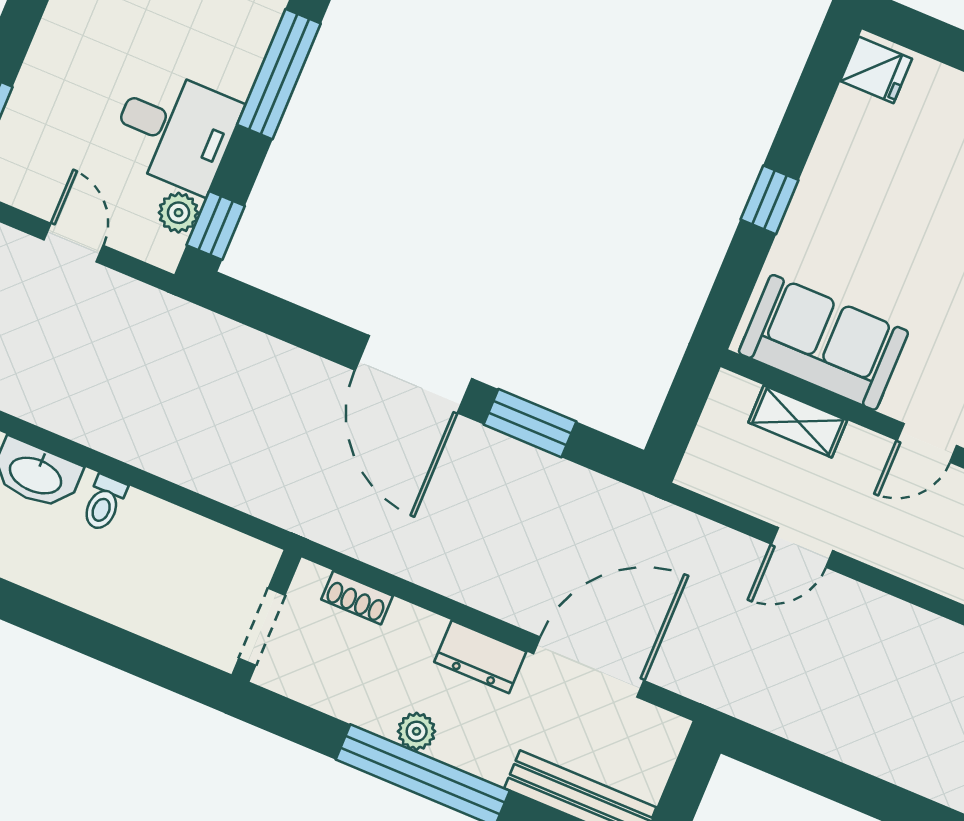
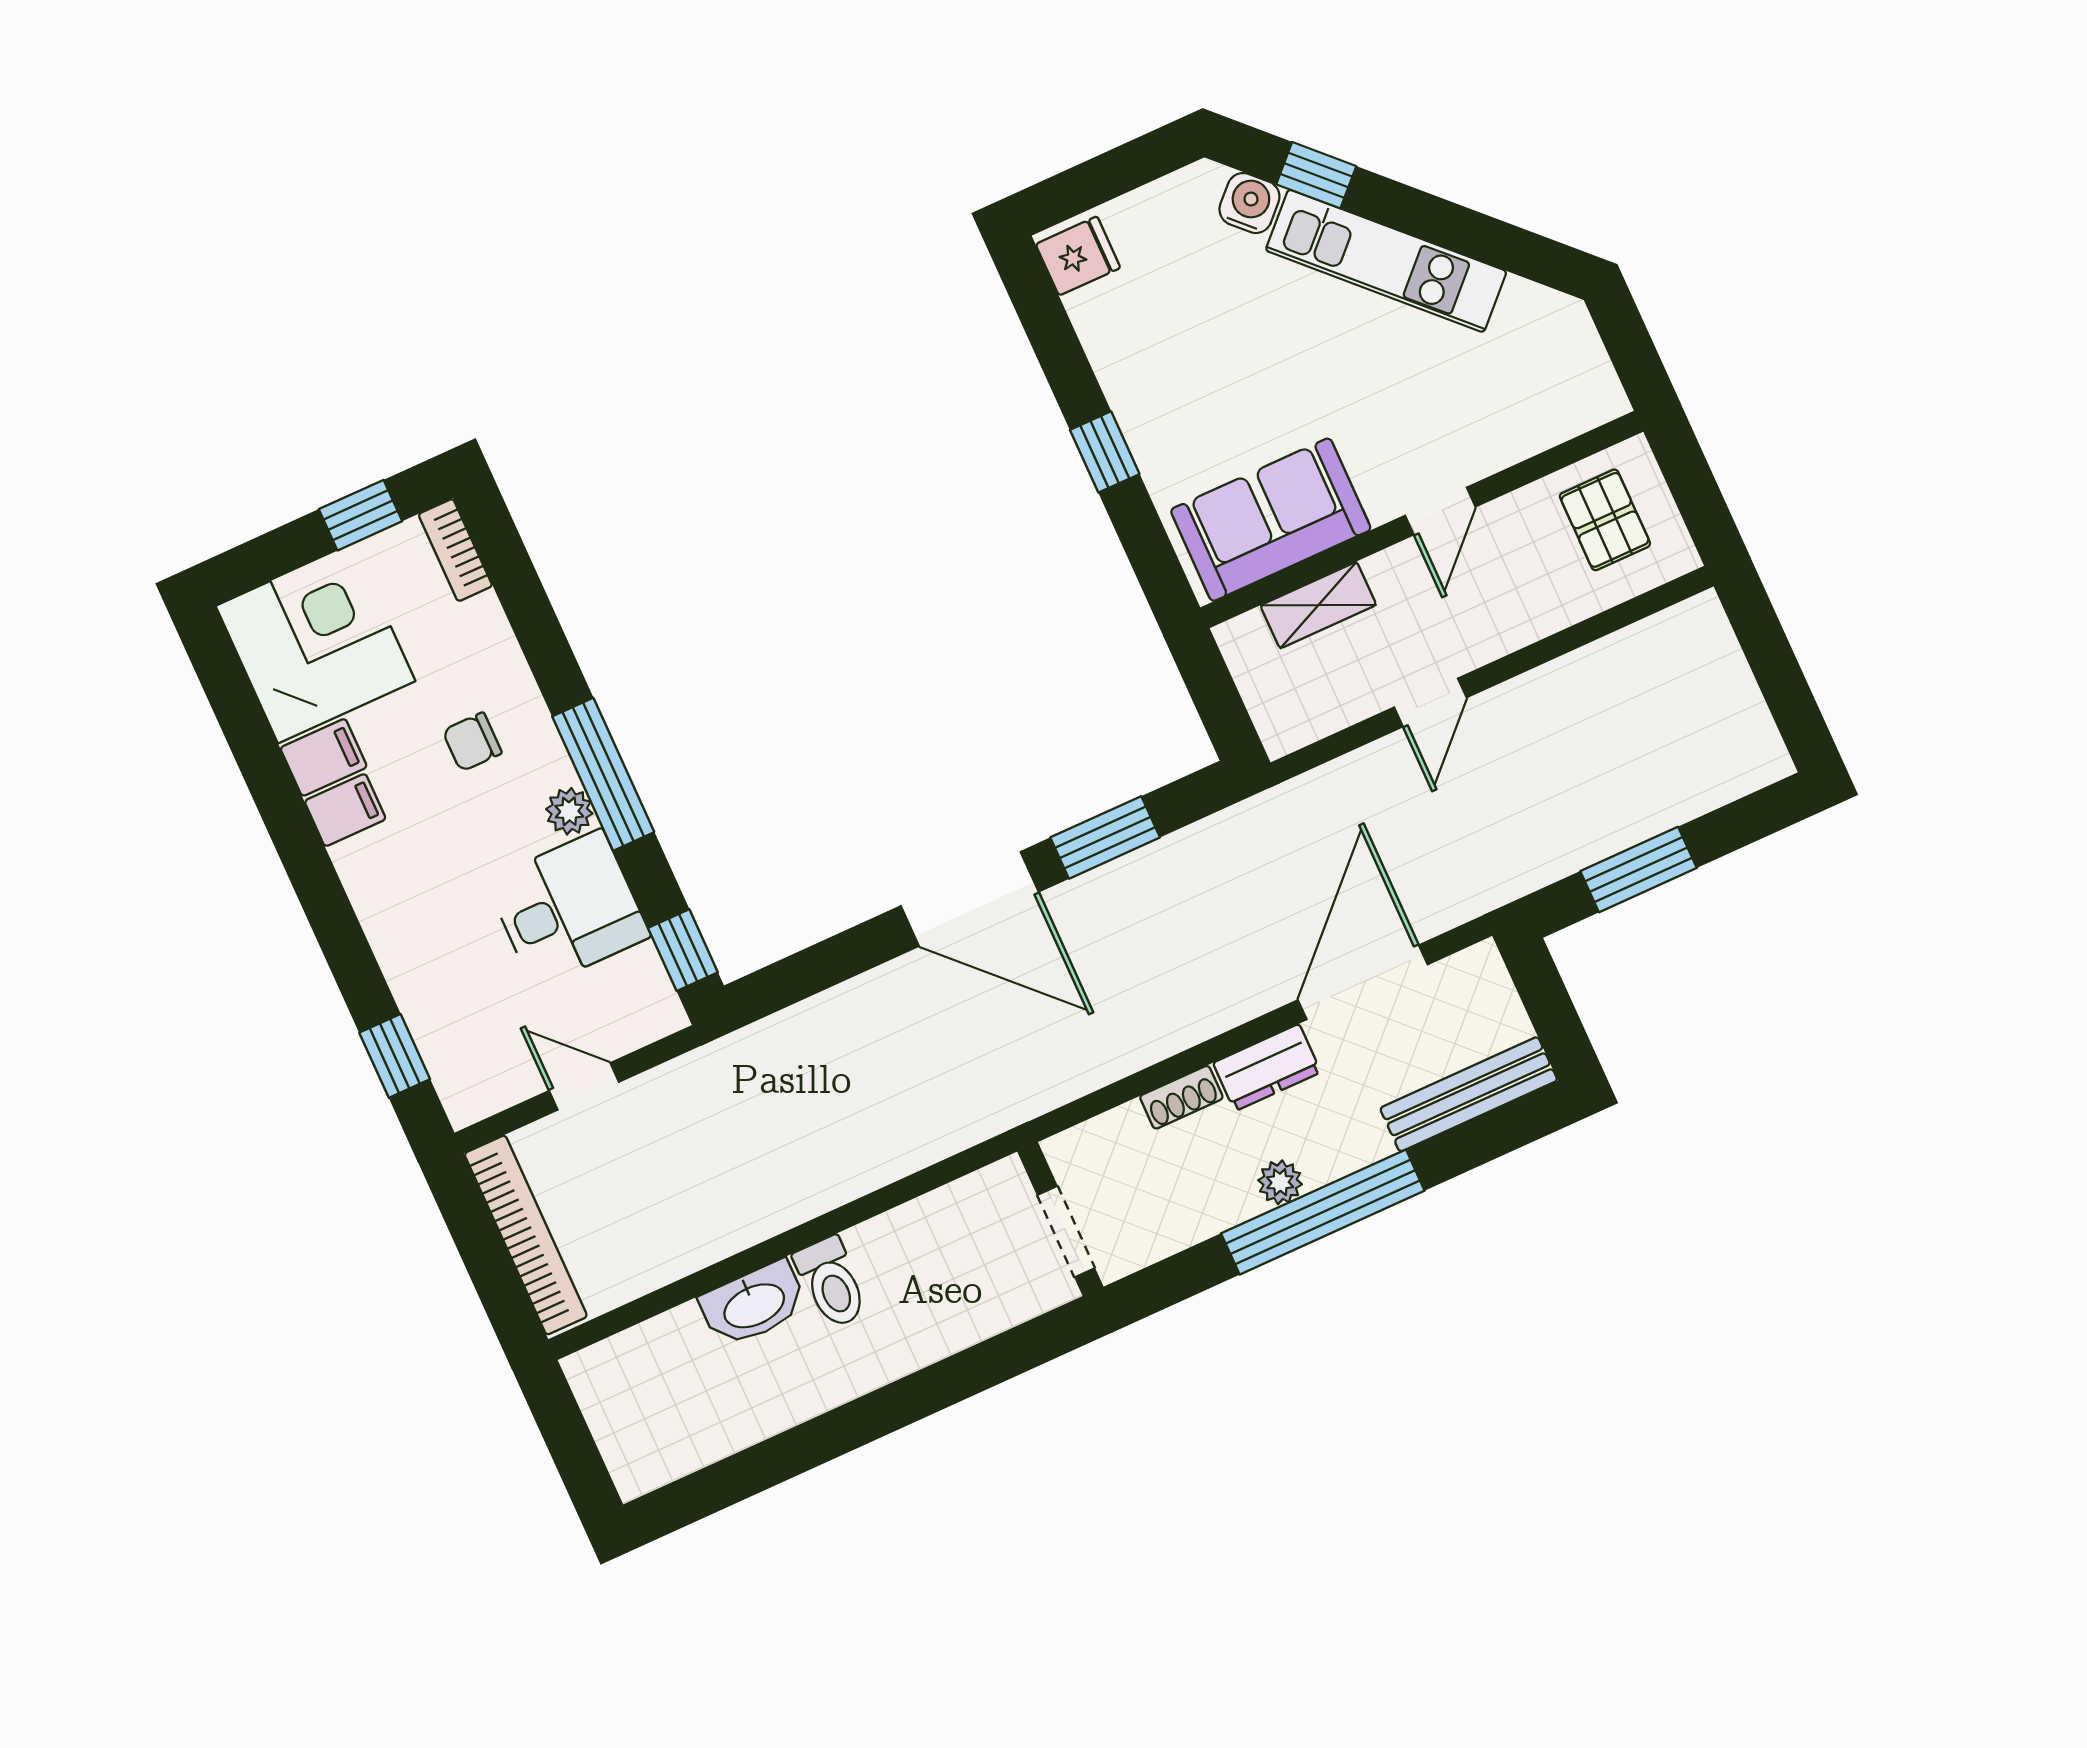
plant: (179, 213) -> (569, 811), moved
toilet: (104, 503) -> (831, 1283), width x1.37, depth x1.39
shoe rack: (357, 598) -> (1181, 1097), moved
window: (818, 774) -> (1639, 870), added

